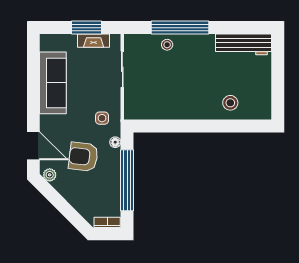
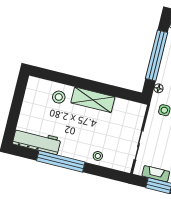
window: (180, 28) -> (61, 161), moved
shelving: (189, 110) -> (93, 100), added

